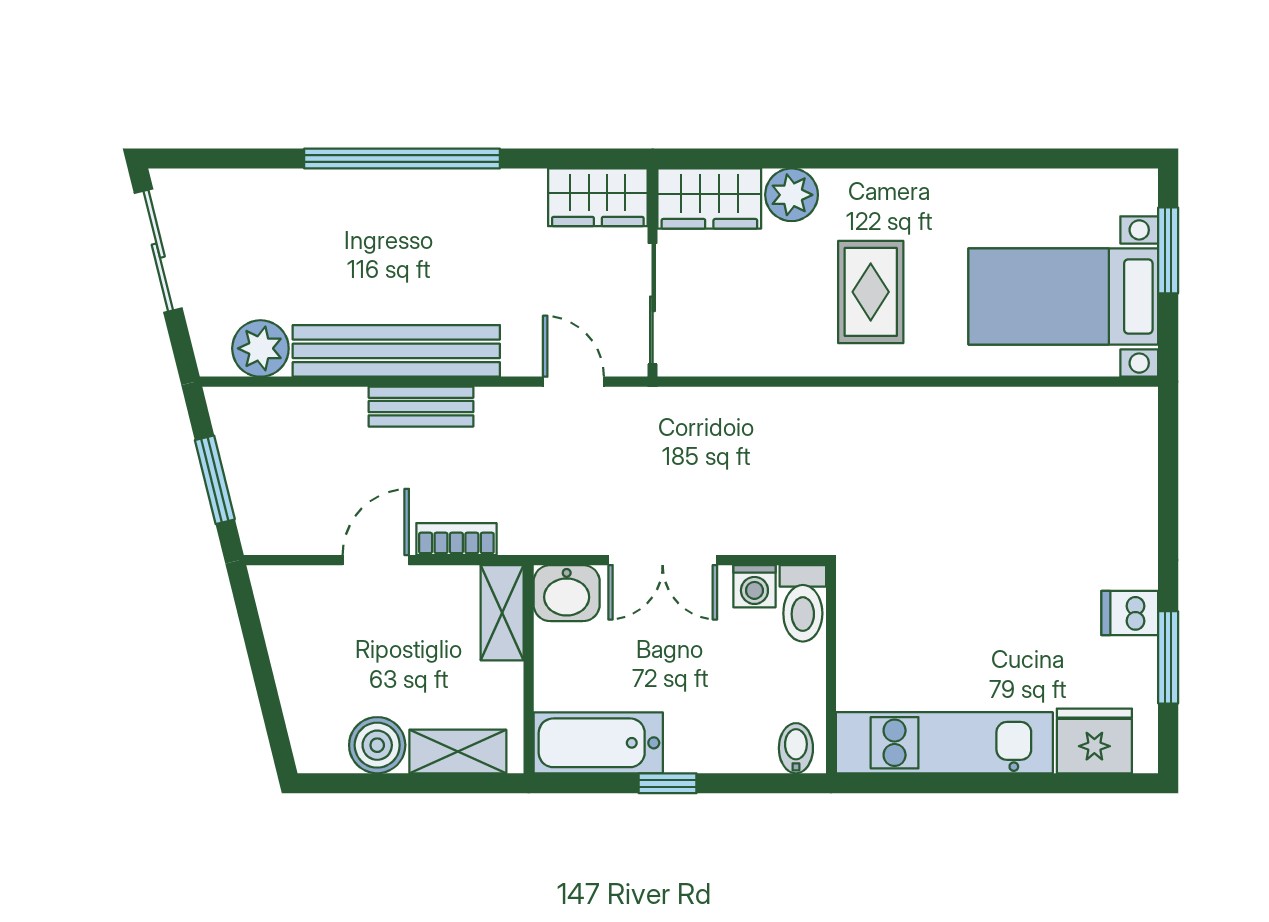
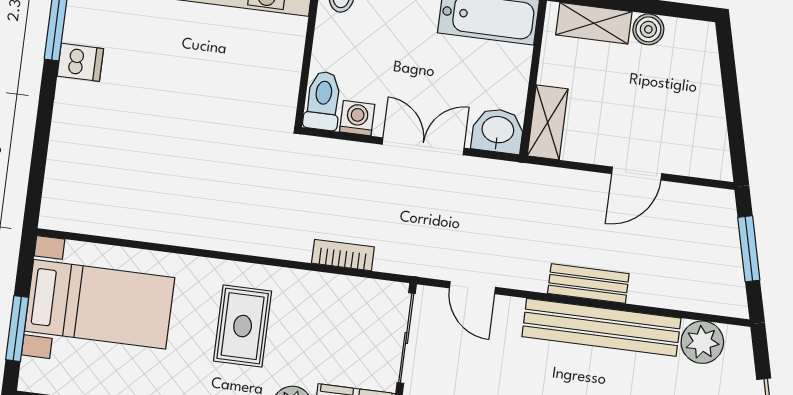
bookcase: (456, 539) -> (343, 255), moved, turned 180
boiler: (377, 745) -> (648, 29), width x0.73, depth x0.73

